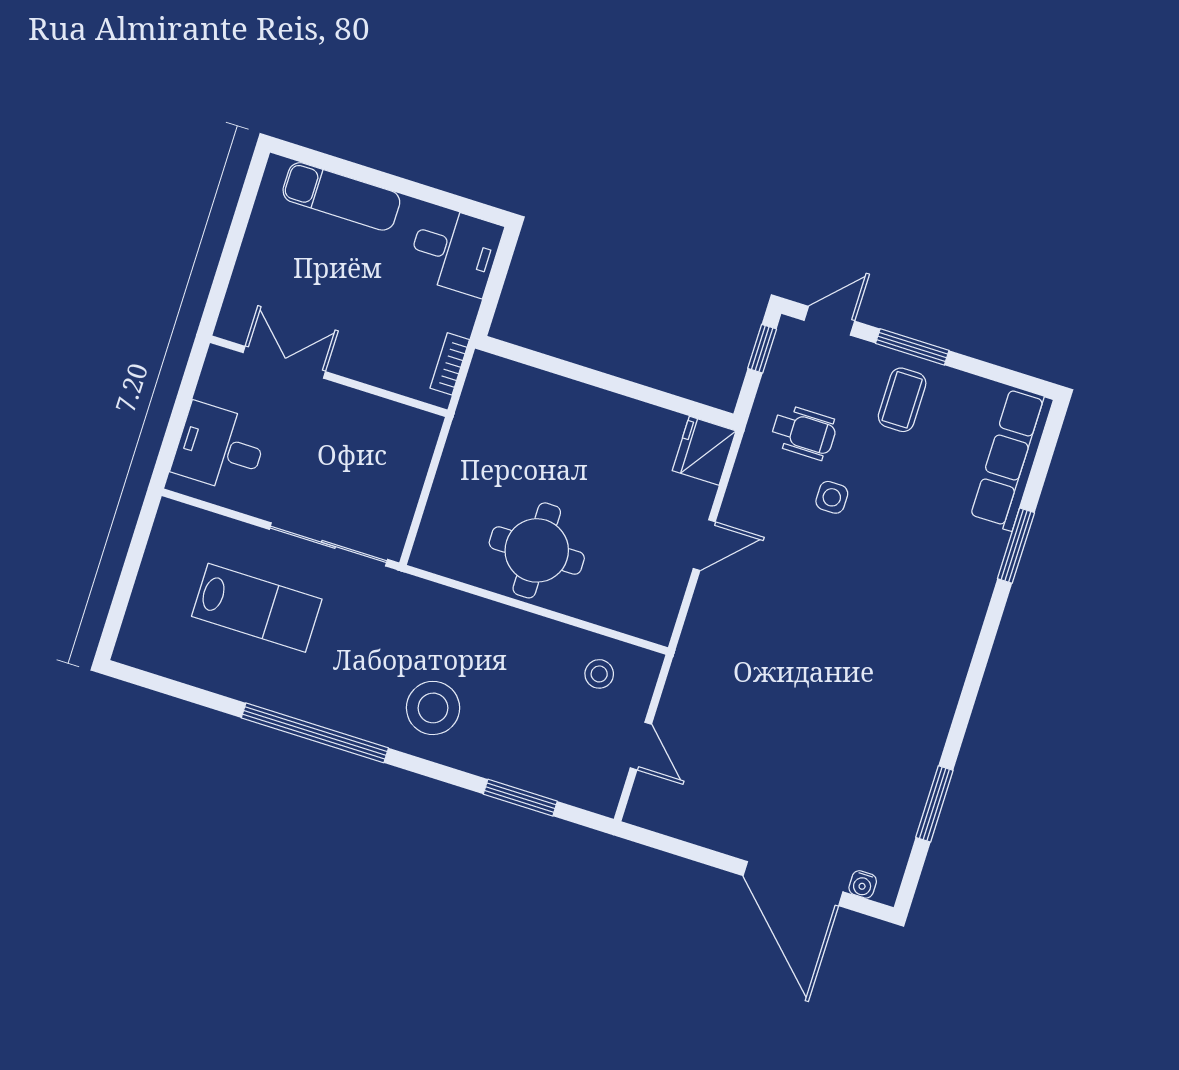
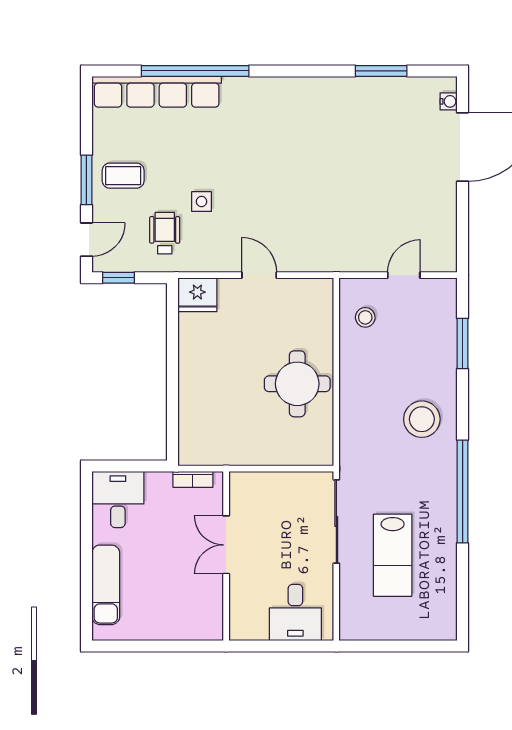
door: (829, 321) -> (86, 240), swing flipped
double door: (284, 362) -> (226, 545), moved
row of seats: (1012, 459) -> (157, 92), width x1.36
window: (1016, 546) -> (195, 71), width x2.11
lab bench: (257, 608) -> (393, 555), turned 180

